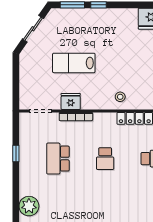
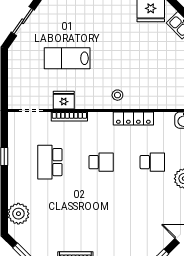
school desk: (105, 159) -> (101, 162), turned -90

